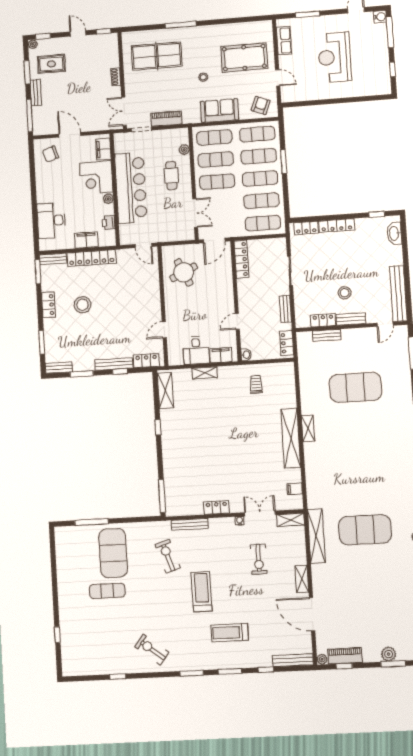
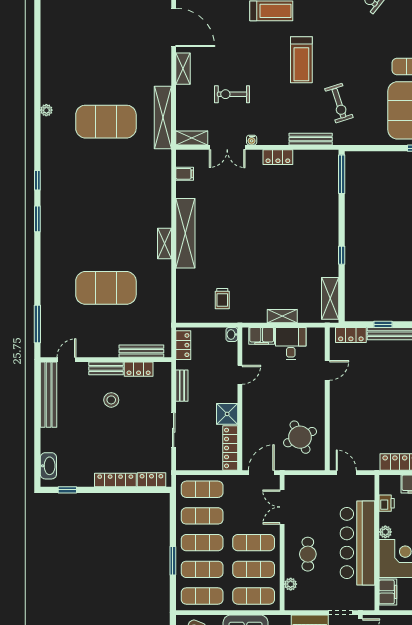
shower: (246, 288) -> (227, 414), added
bench: (327, 335) -> (141, 351), width x1.36
exercise bike: (259, 559) -> (232, 94), turned -90

